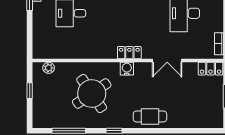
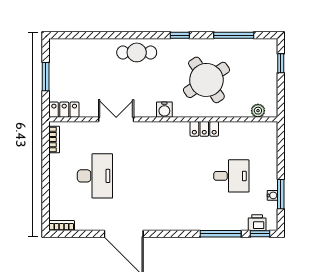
locker: (129, 53) -> (204, 129), moved
window: (30, 91) -> (281, 63), moved

